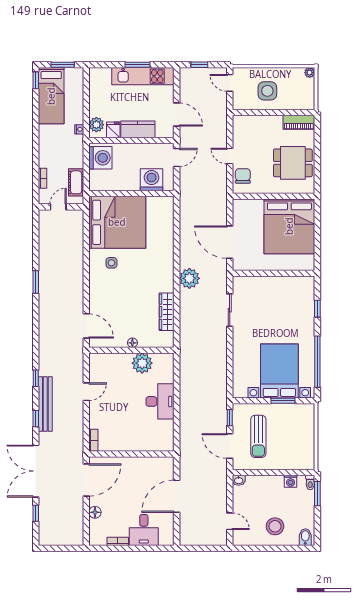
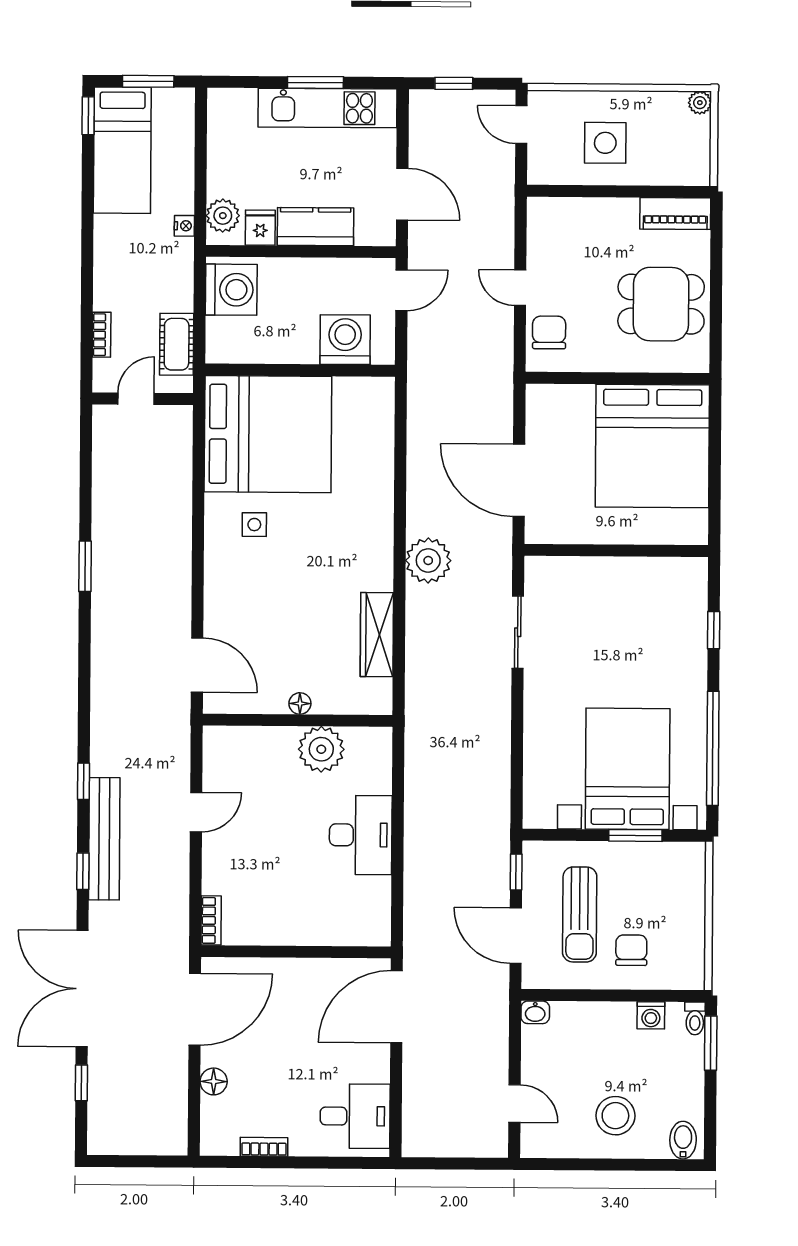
chair: (282, 452) -> (631, 950), added
door: (177, 496) -> (396, 1007), moved
desk: (144, 530) -> (355, 1116), moved, turned -90

